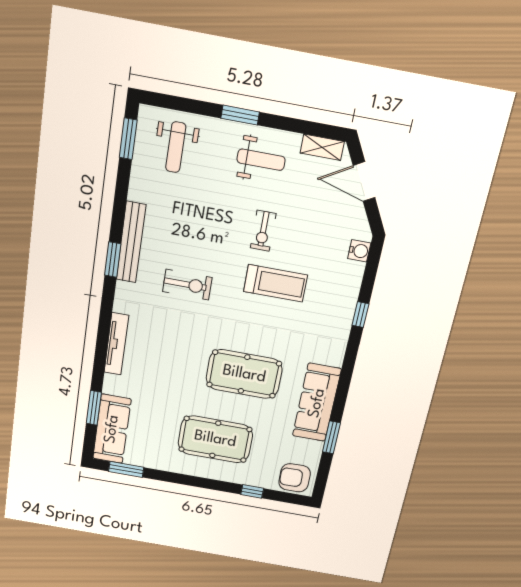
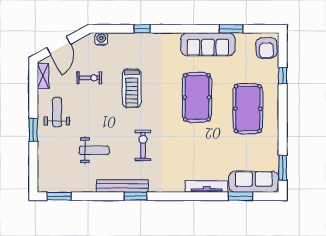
weight bench: (176, 147) -> (94, 150), moved
exercise bike: (263, 231) -> (89, 78), moved
treadmill: (275, 283) -> (132, 88), turned 180
tv unit: (116, 344) -> (207, 187), moved

